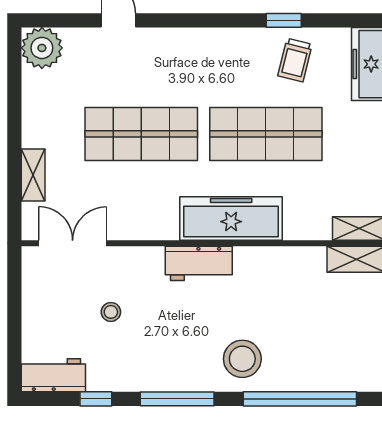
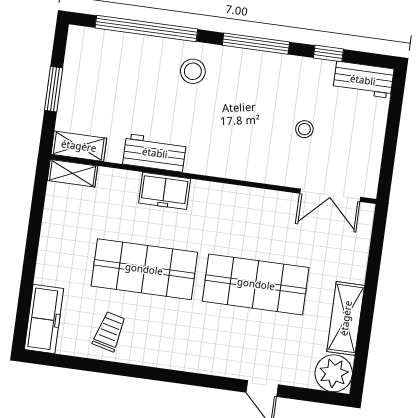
window: (284, 20) -> (115, 368), removed
shelving: (33, 175) -> (346, 318), moved, width x1.50, depth x1.33
freezer: (231, 218) -> (165, 191), width x0.52, depth x0.79
workbench: (199, 263) -> (155, 153), moved
stool: (242, 359) -> (193, 71), width x0.73, depth x0.73

